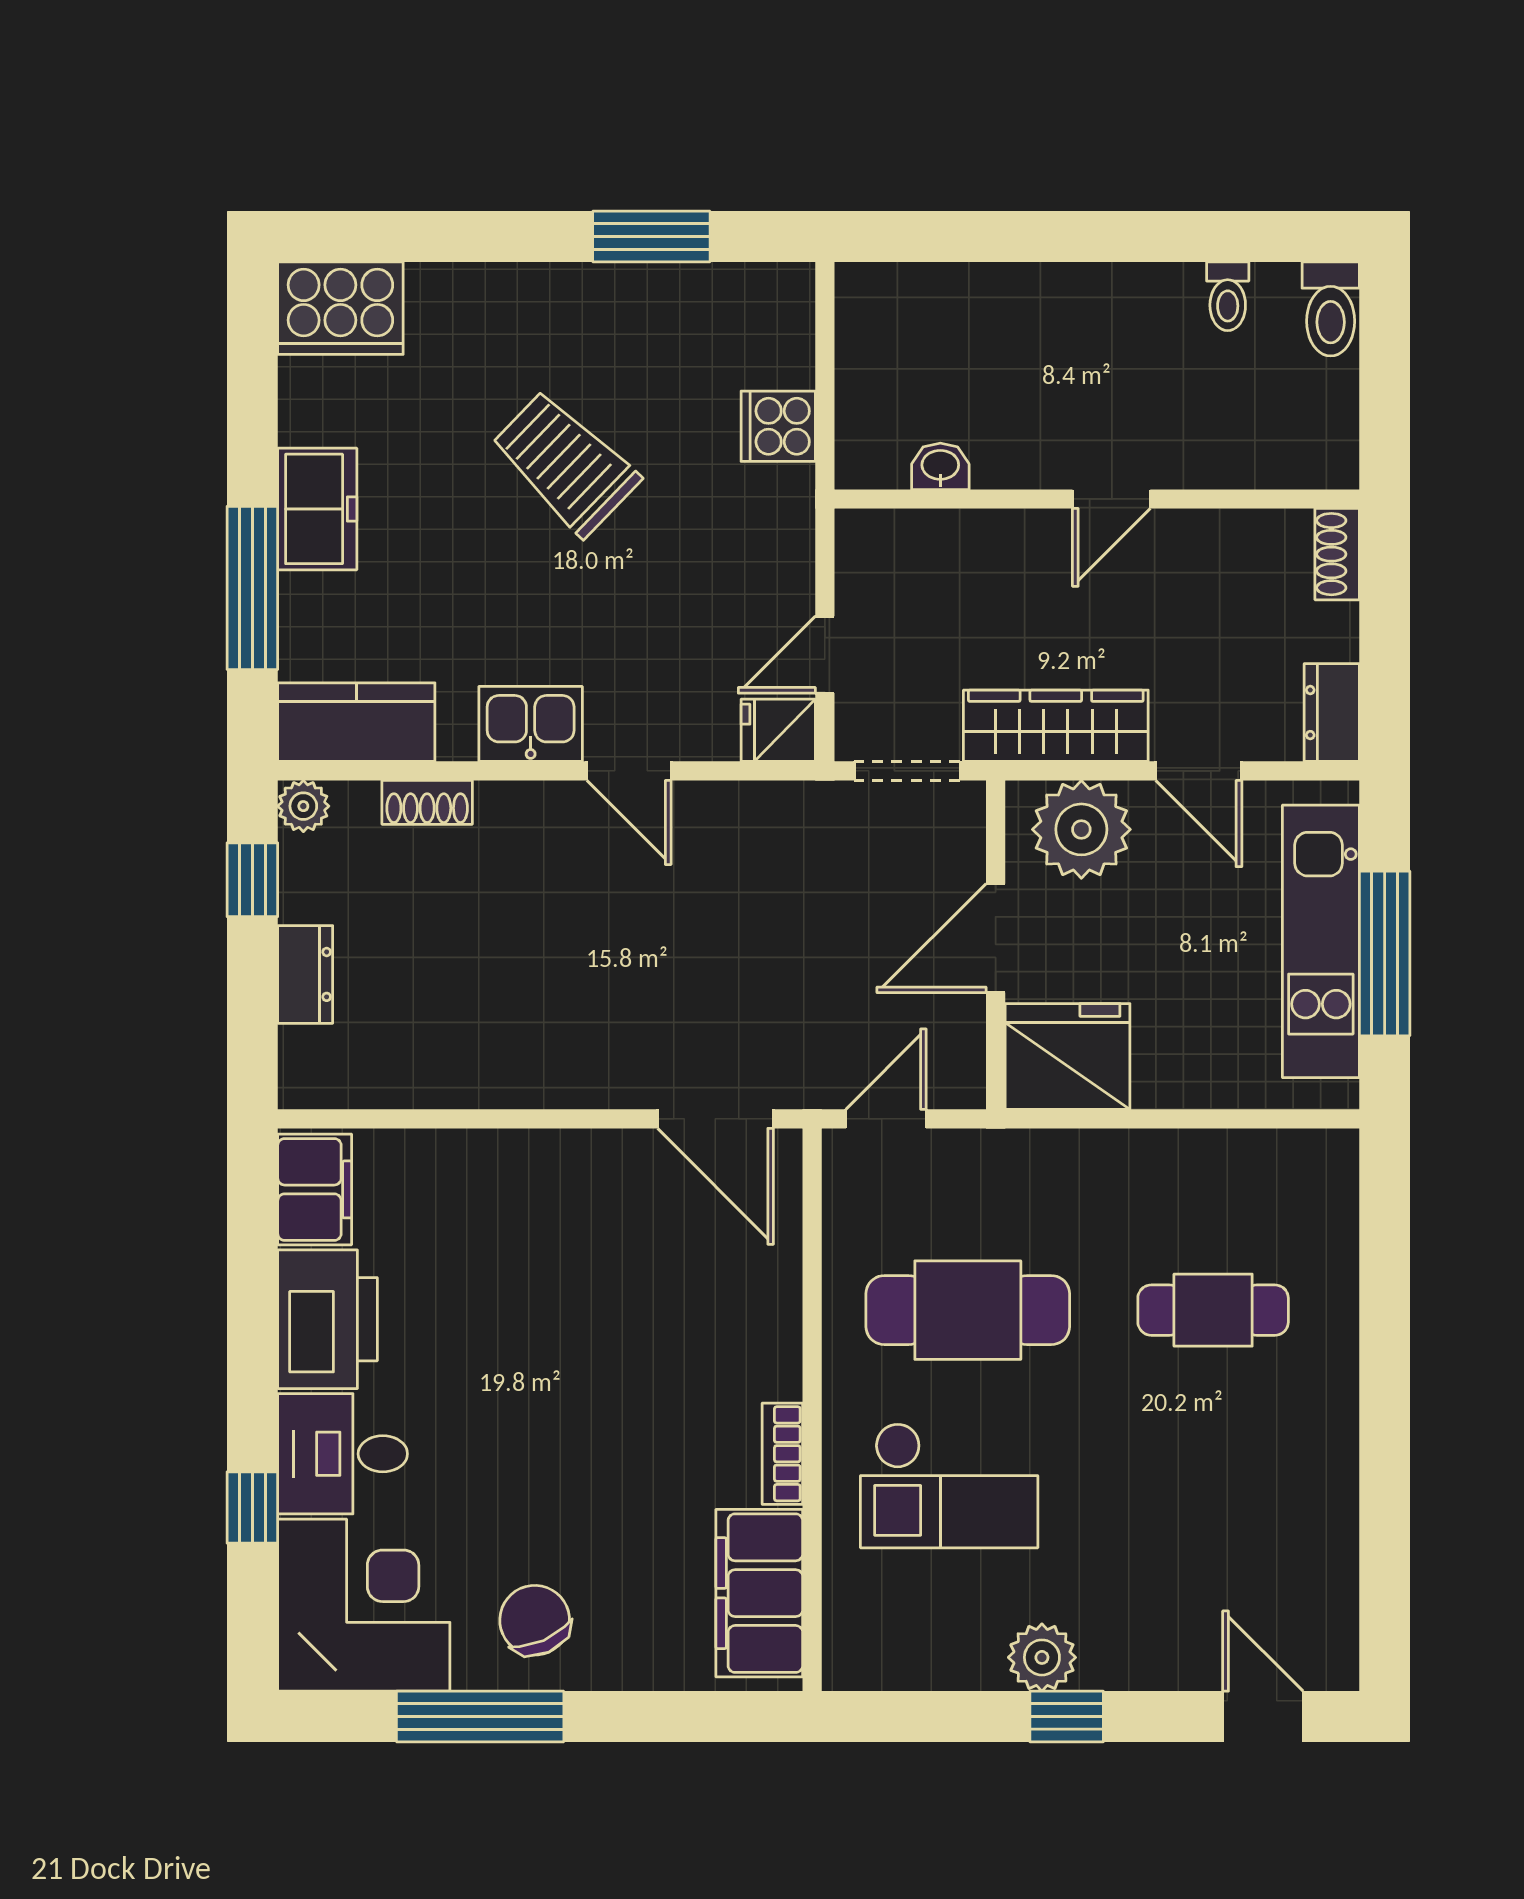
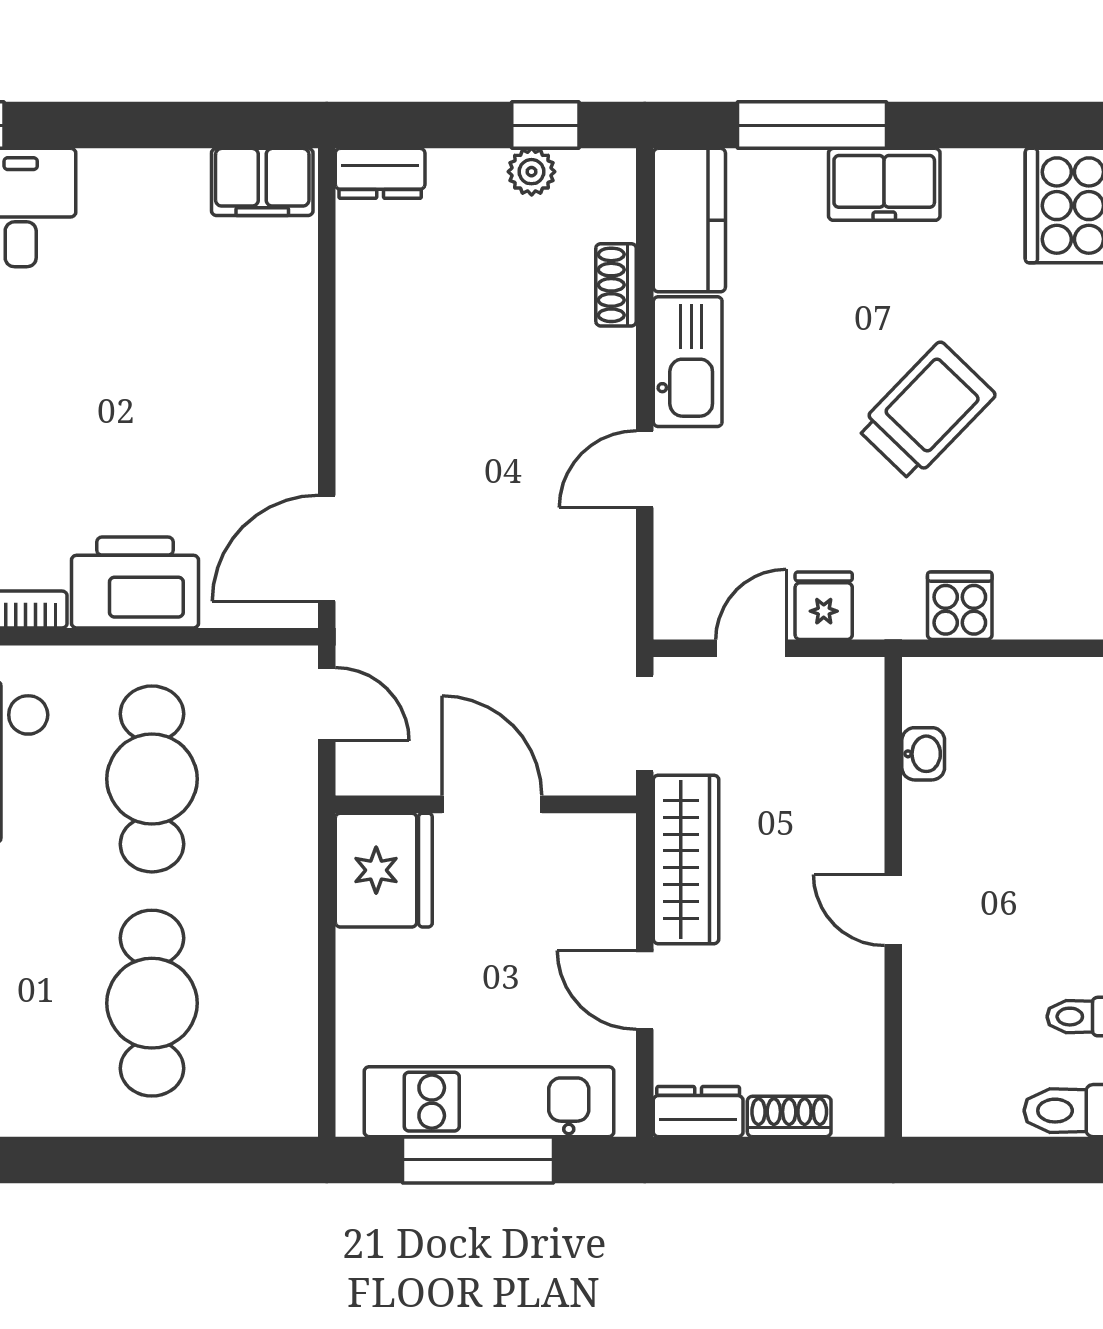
shoe rack: (1337, 554) -> (789, 1116), moved
door: (825, 655) -> (751, 648), hinge flipped
kitchen sink: (531, 724) -> (688, 362), width x1.38
fridge: (778, 730) -> (824, 606), moved
door: (1199, 771) -> (645, 990), hinge flipped
plant: (303, 806) -> (532, 172), moved
plant: (1081, 829) -> (591, 883), removed
dresser: (305, 974) -> (380, 173), moved
cafe table: (1213, 1310) -> (152, 1003), width x1.37, depth x1.35
printer: (327, 1319) -> (135, 583), moved, turned 180

